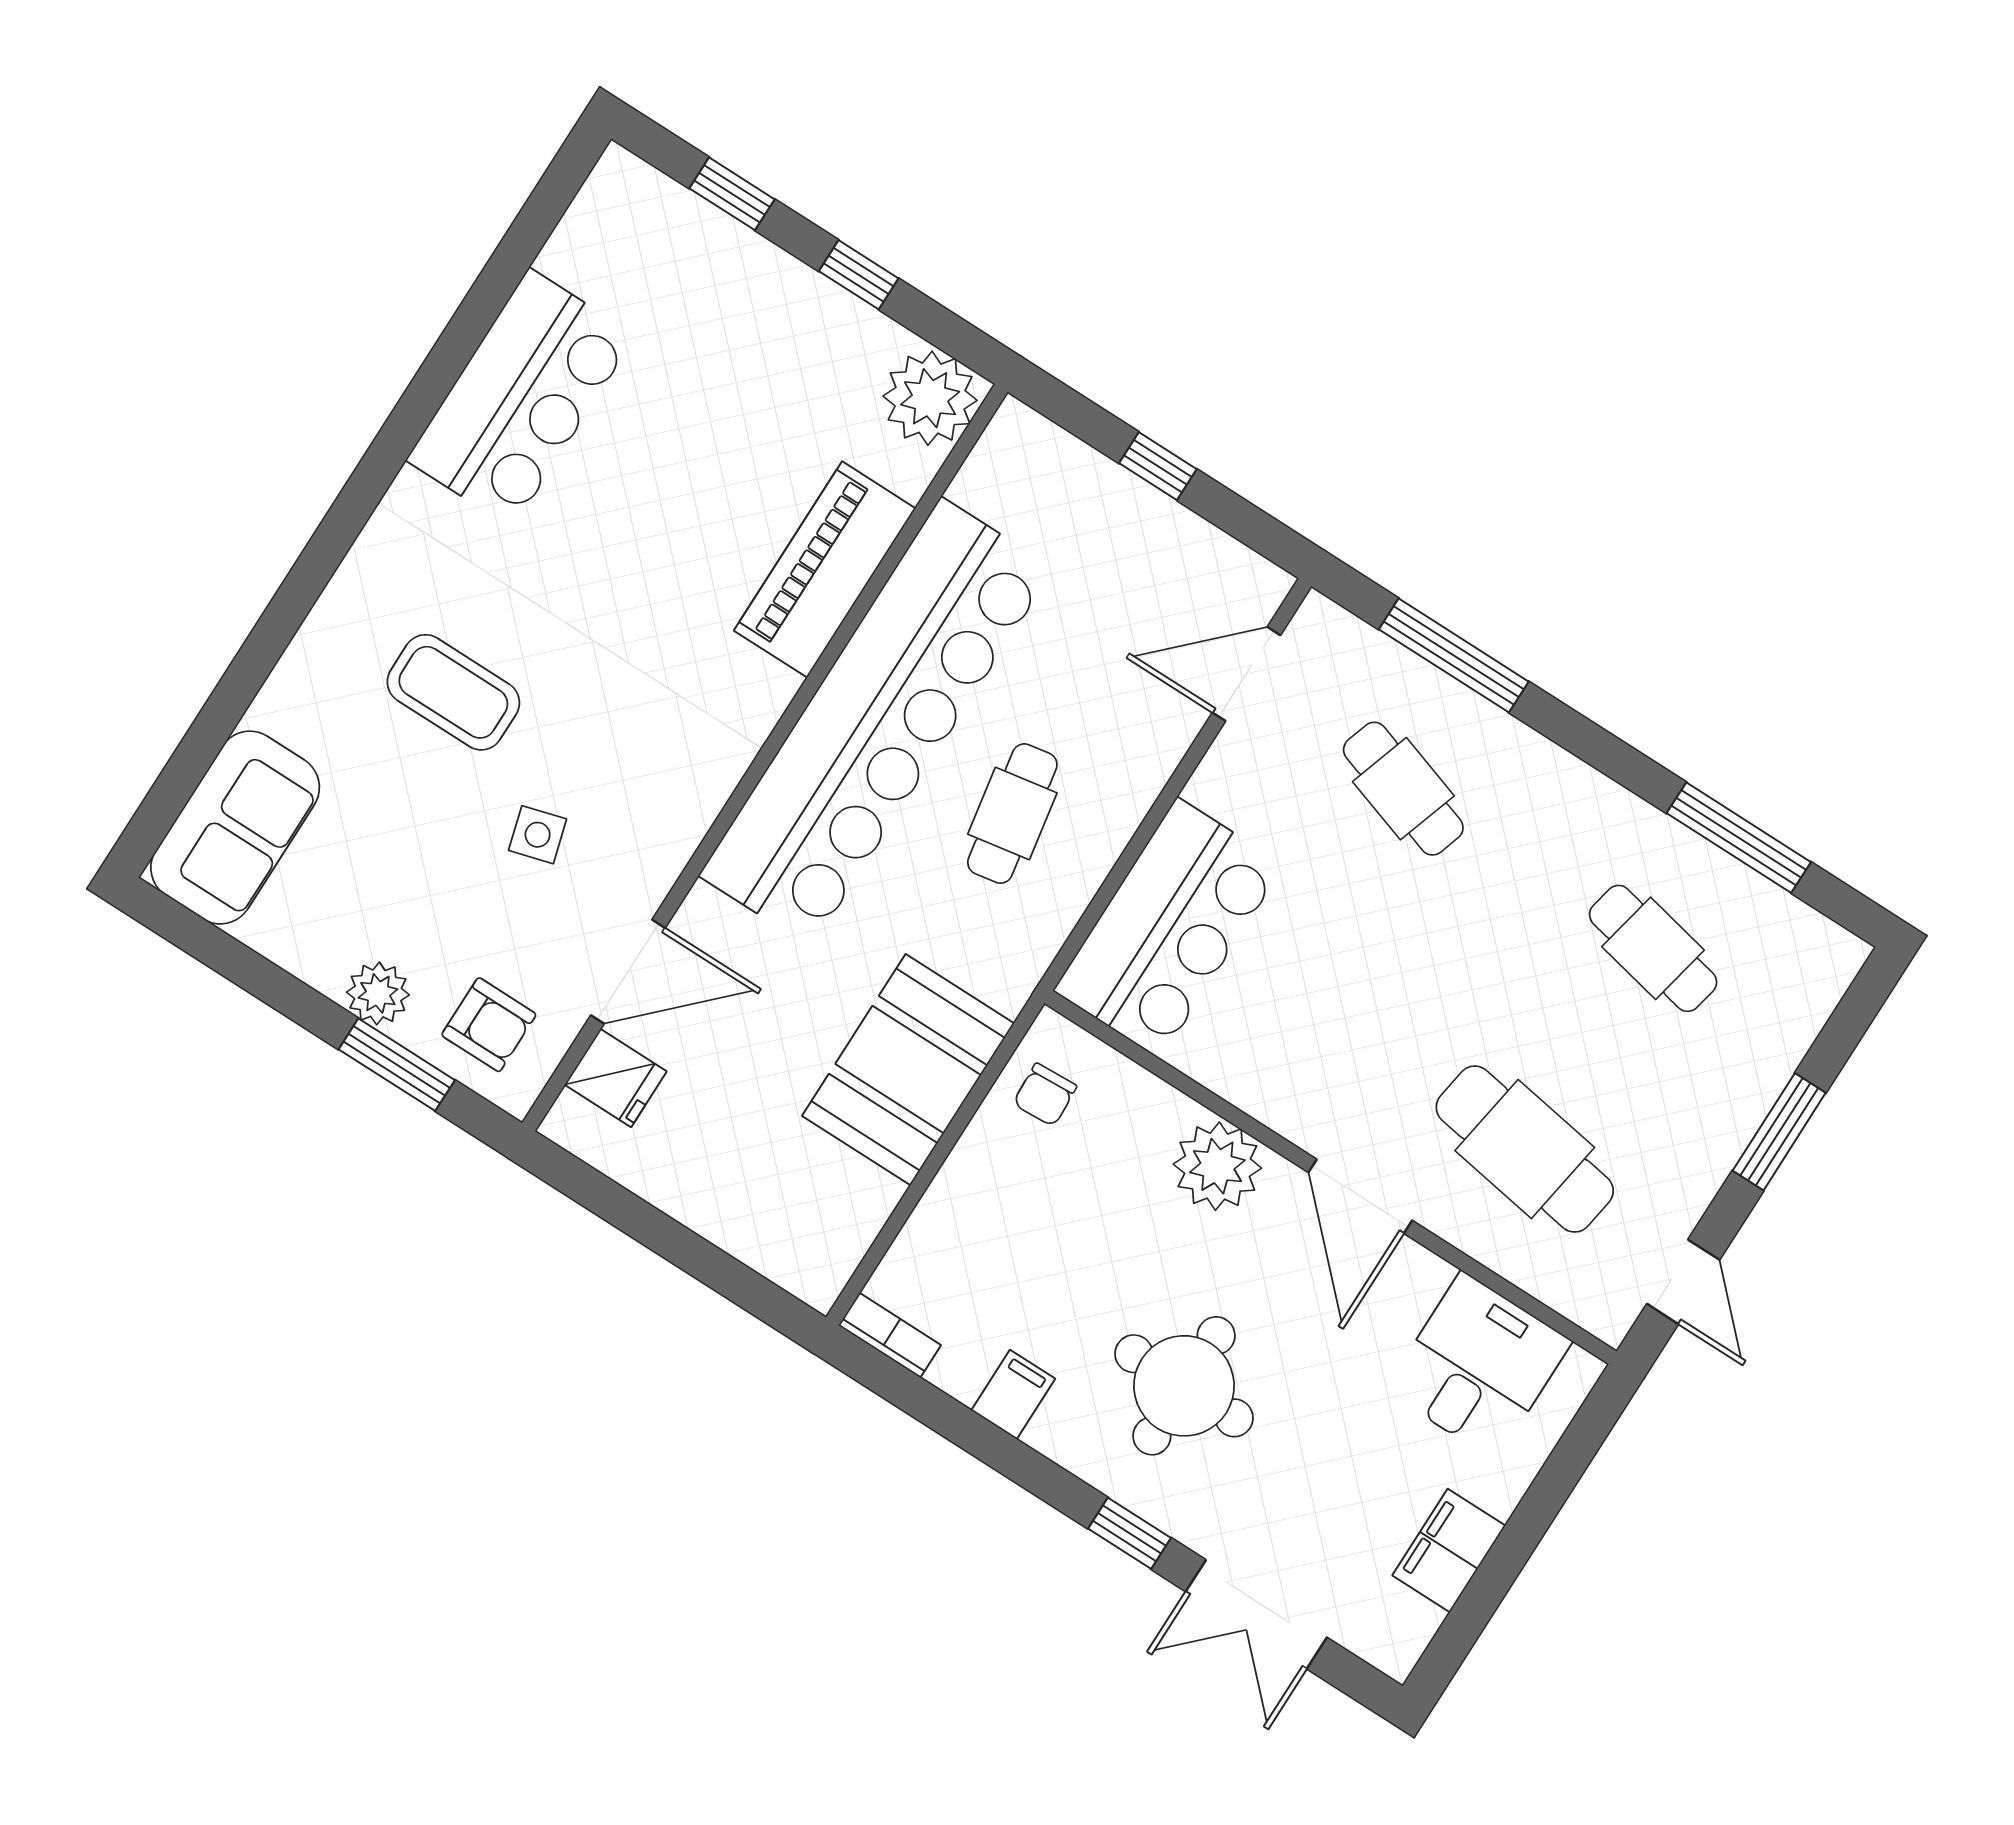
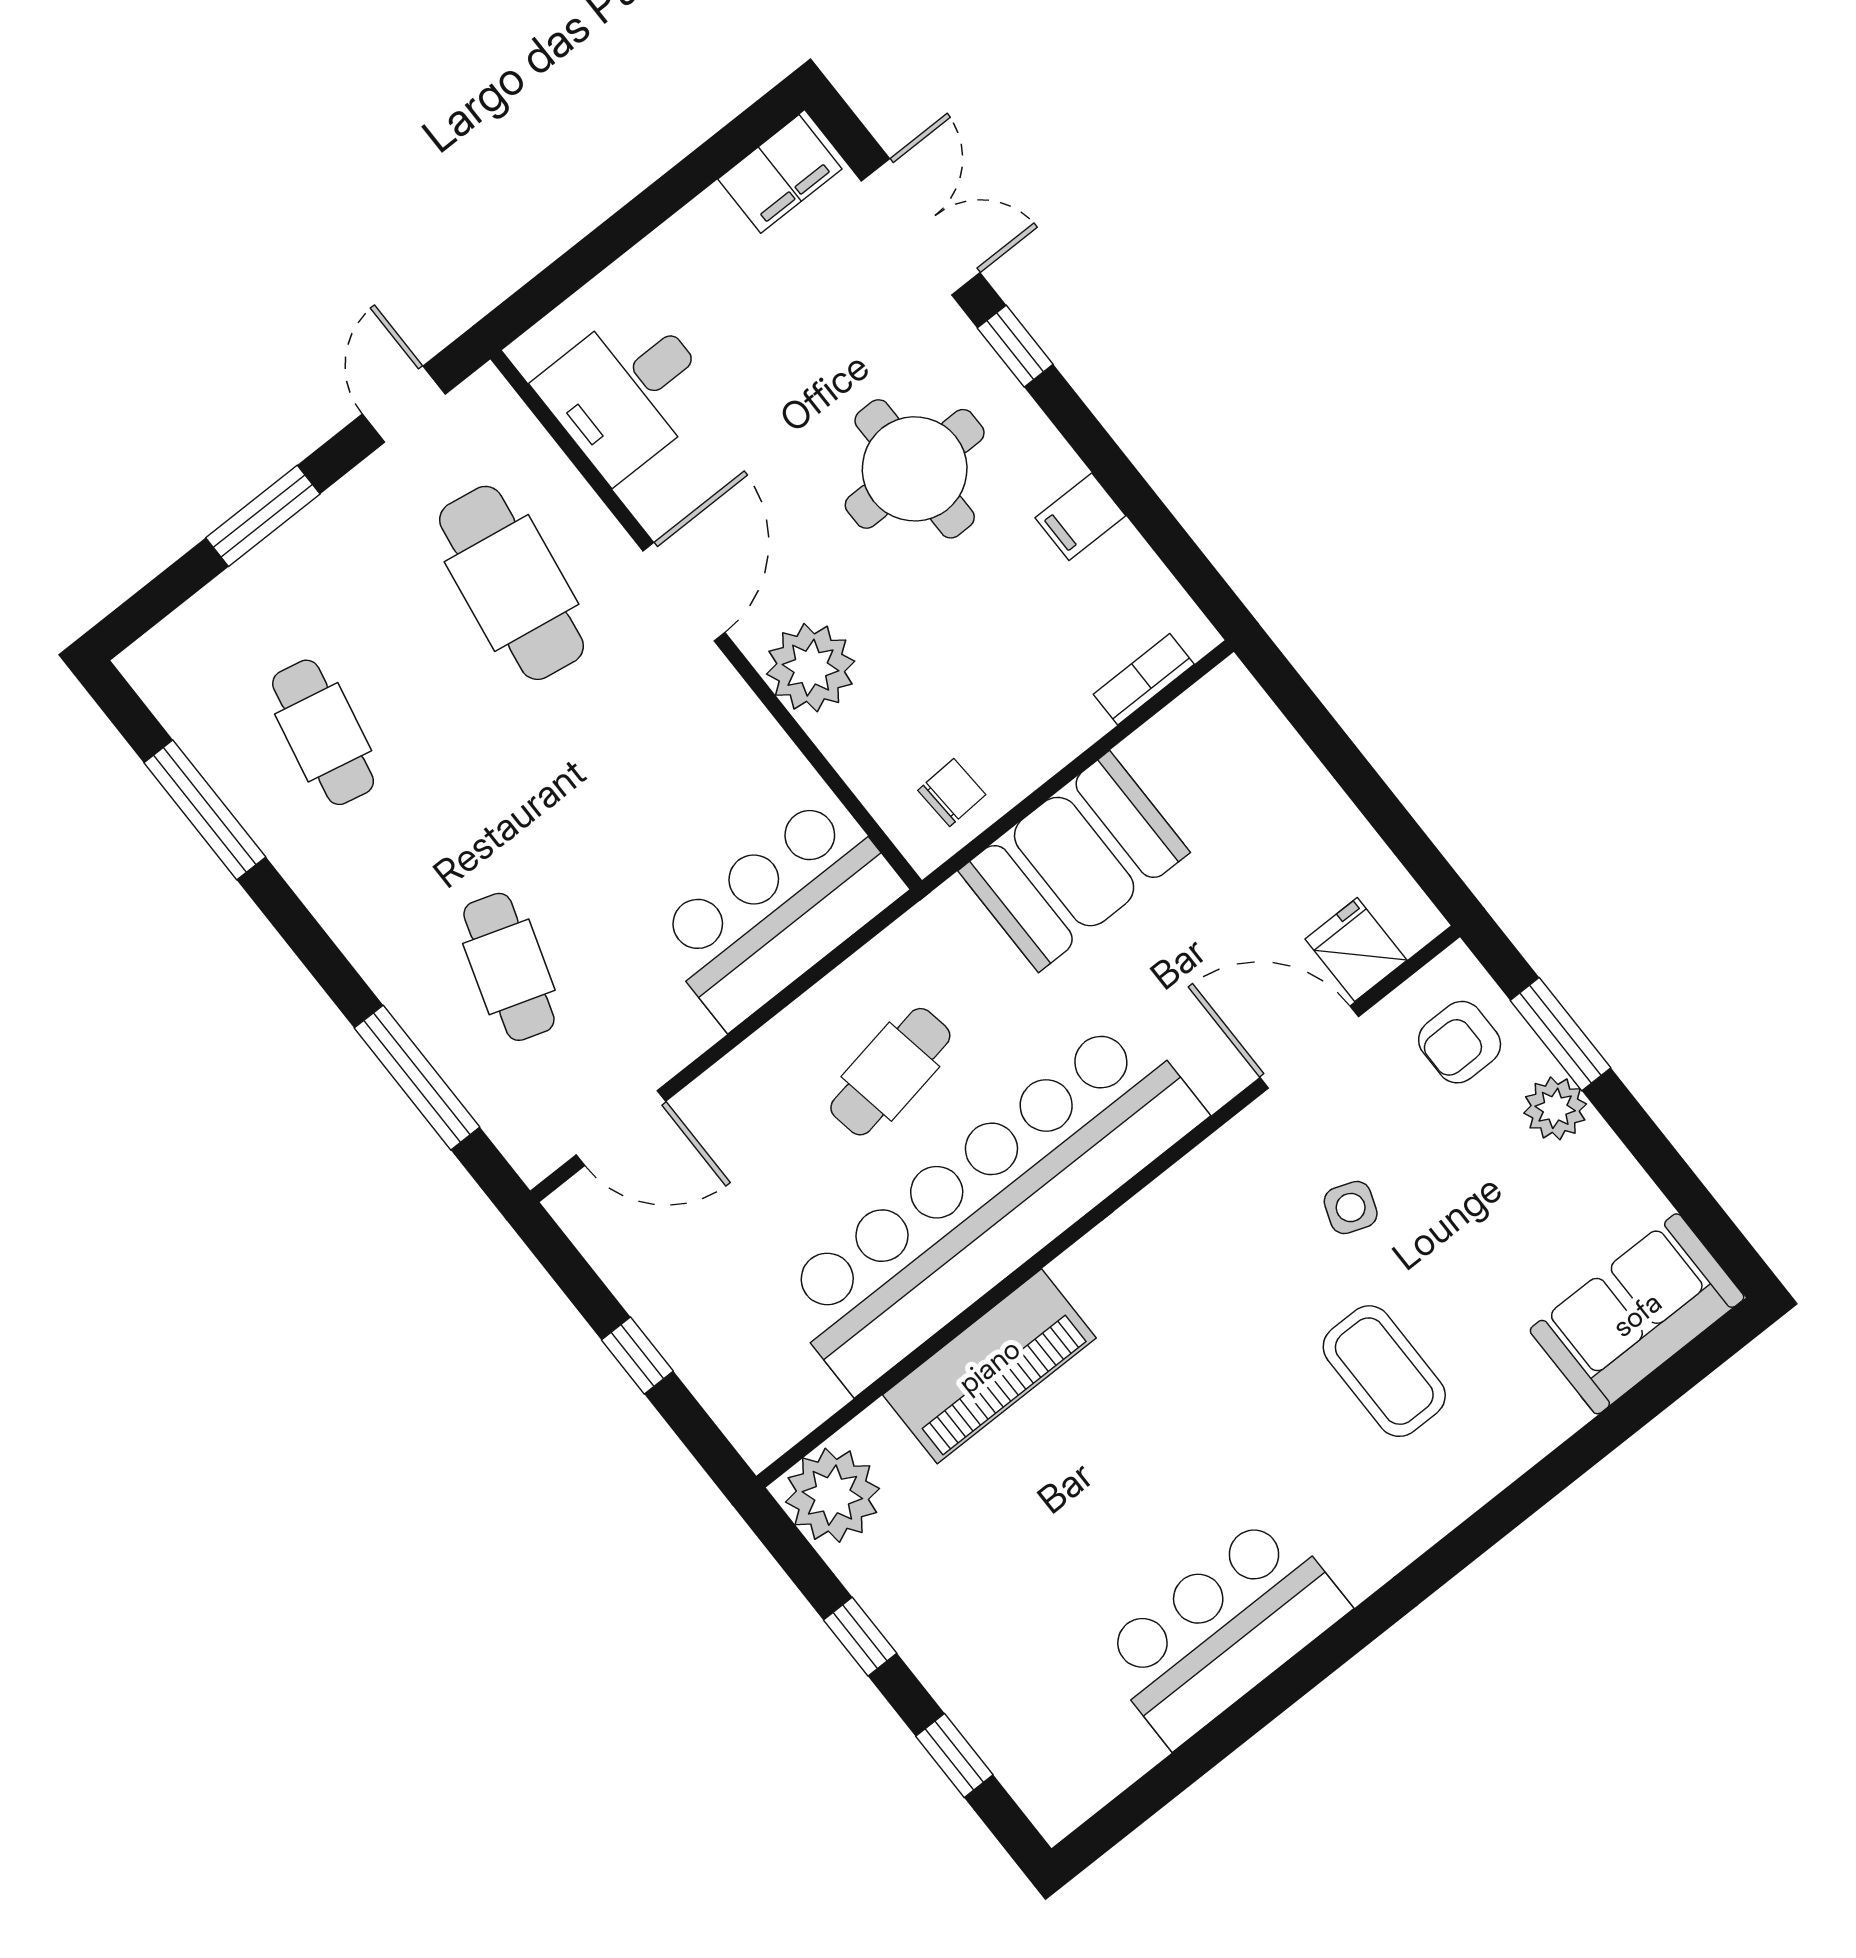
side table: (538, 835) -> (1351, 1208), turned 36
armchair: (489, 1025) -> (1460, 1042), turned -90
bookcase: (890, 1335) -> (1144, 679), moved, turned 90
filing cabinet: (1449, 1550) -> (780, 174), moved

